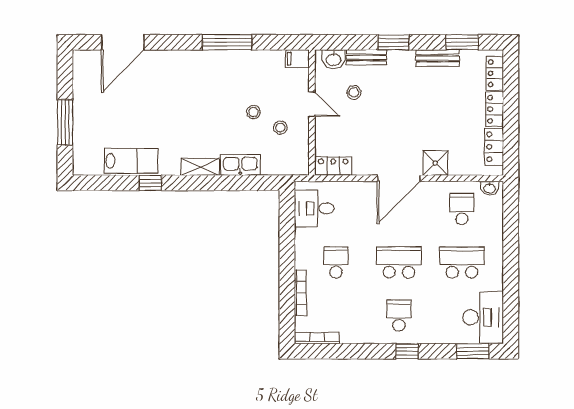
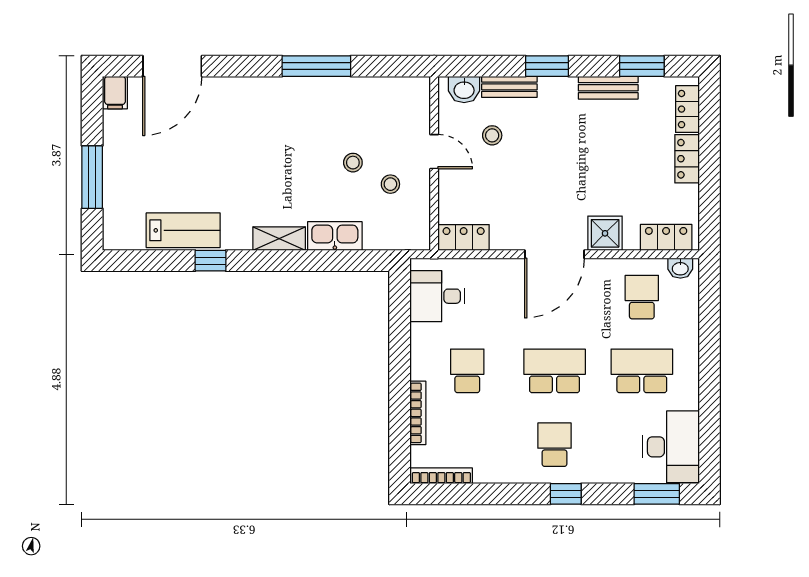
filing cabinet: (297, 59) -> (115, 93), moved, turned -90
locker: (494, 147) -> (666, 237), moved, turned 90

